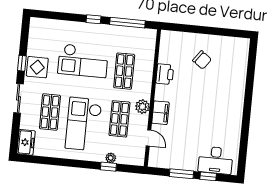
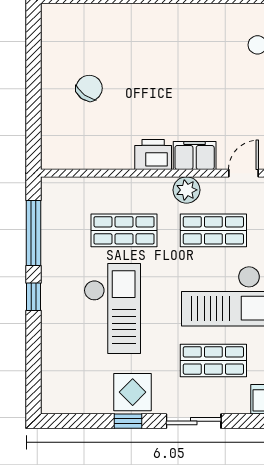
printer: (165, 74) -> (153, 155), moved

